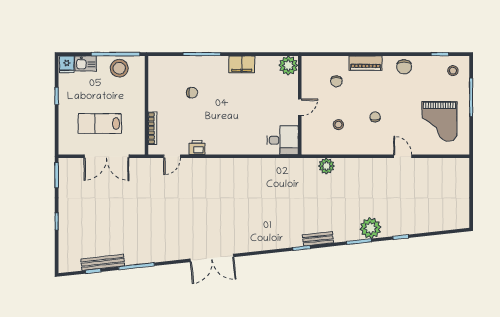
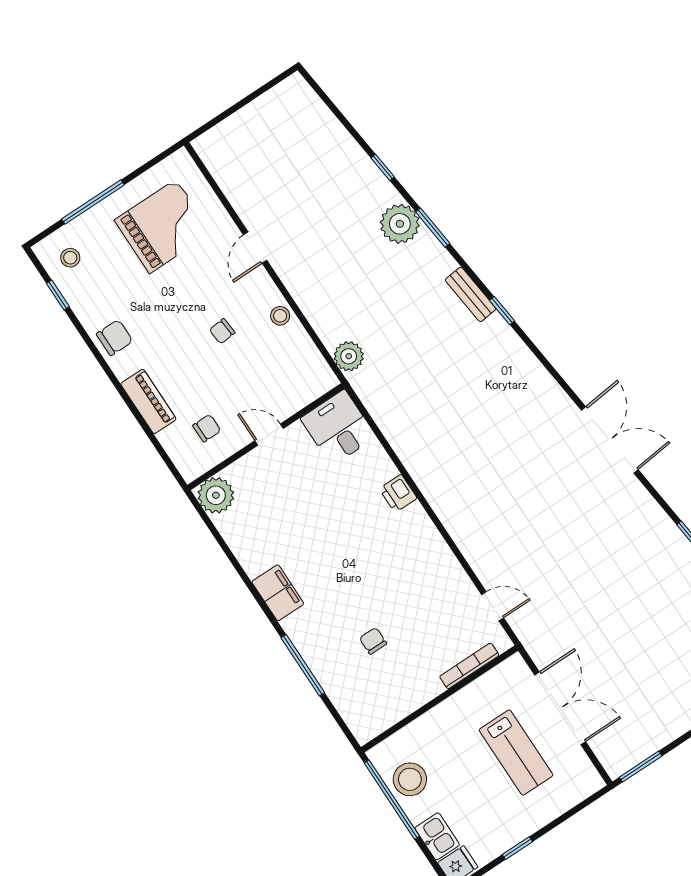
plant: (288, 65) -> (216, 495), moved
wall: (300, 105) -> (266, 437), moved
door: (300, 107) -> (269, 435), moved
stool: (338, 125) -> (280, 316), moved
desk: (283, 140) -> (338, 428), moved
printer: (197, 147) -> (398, 493), moved

